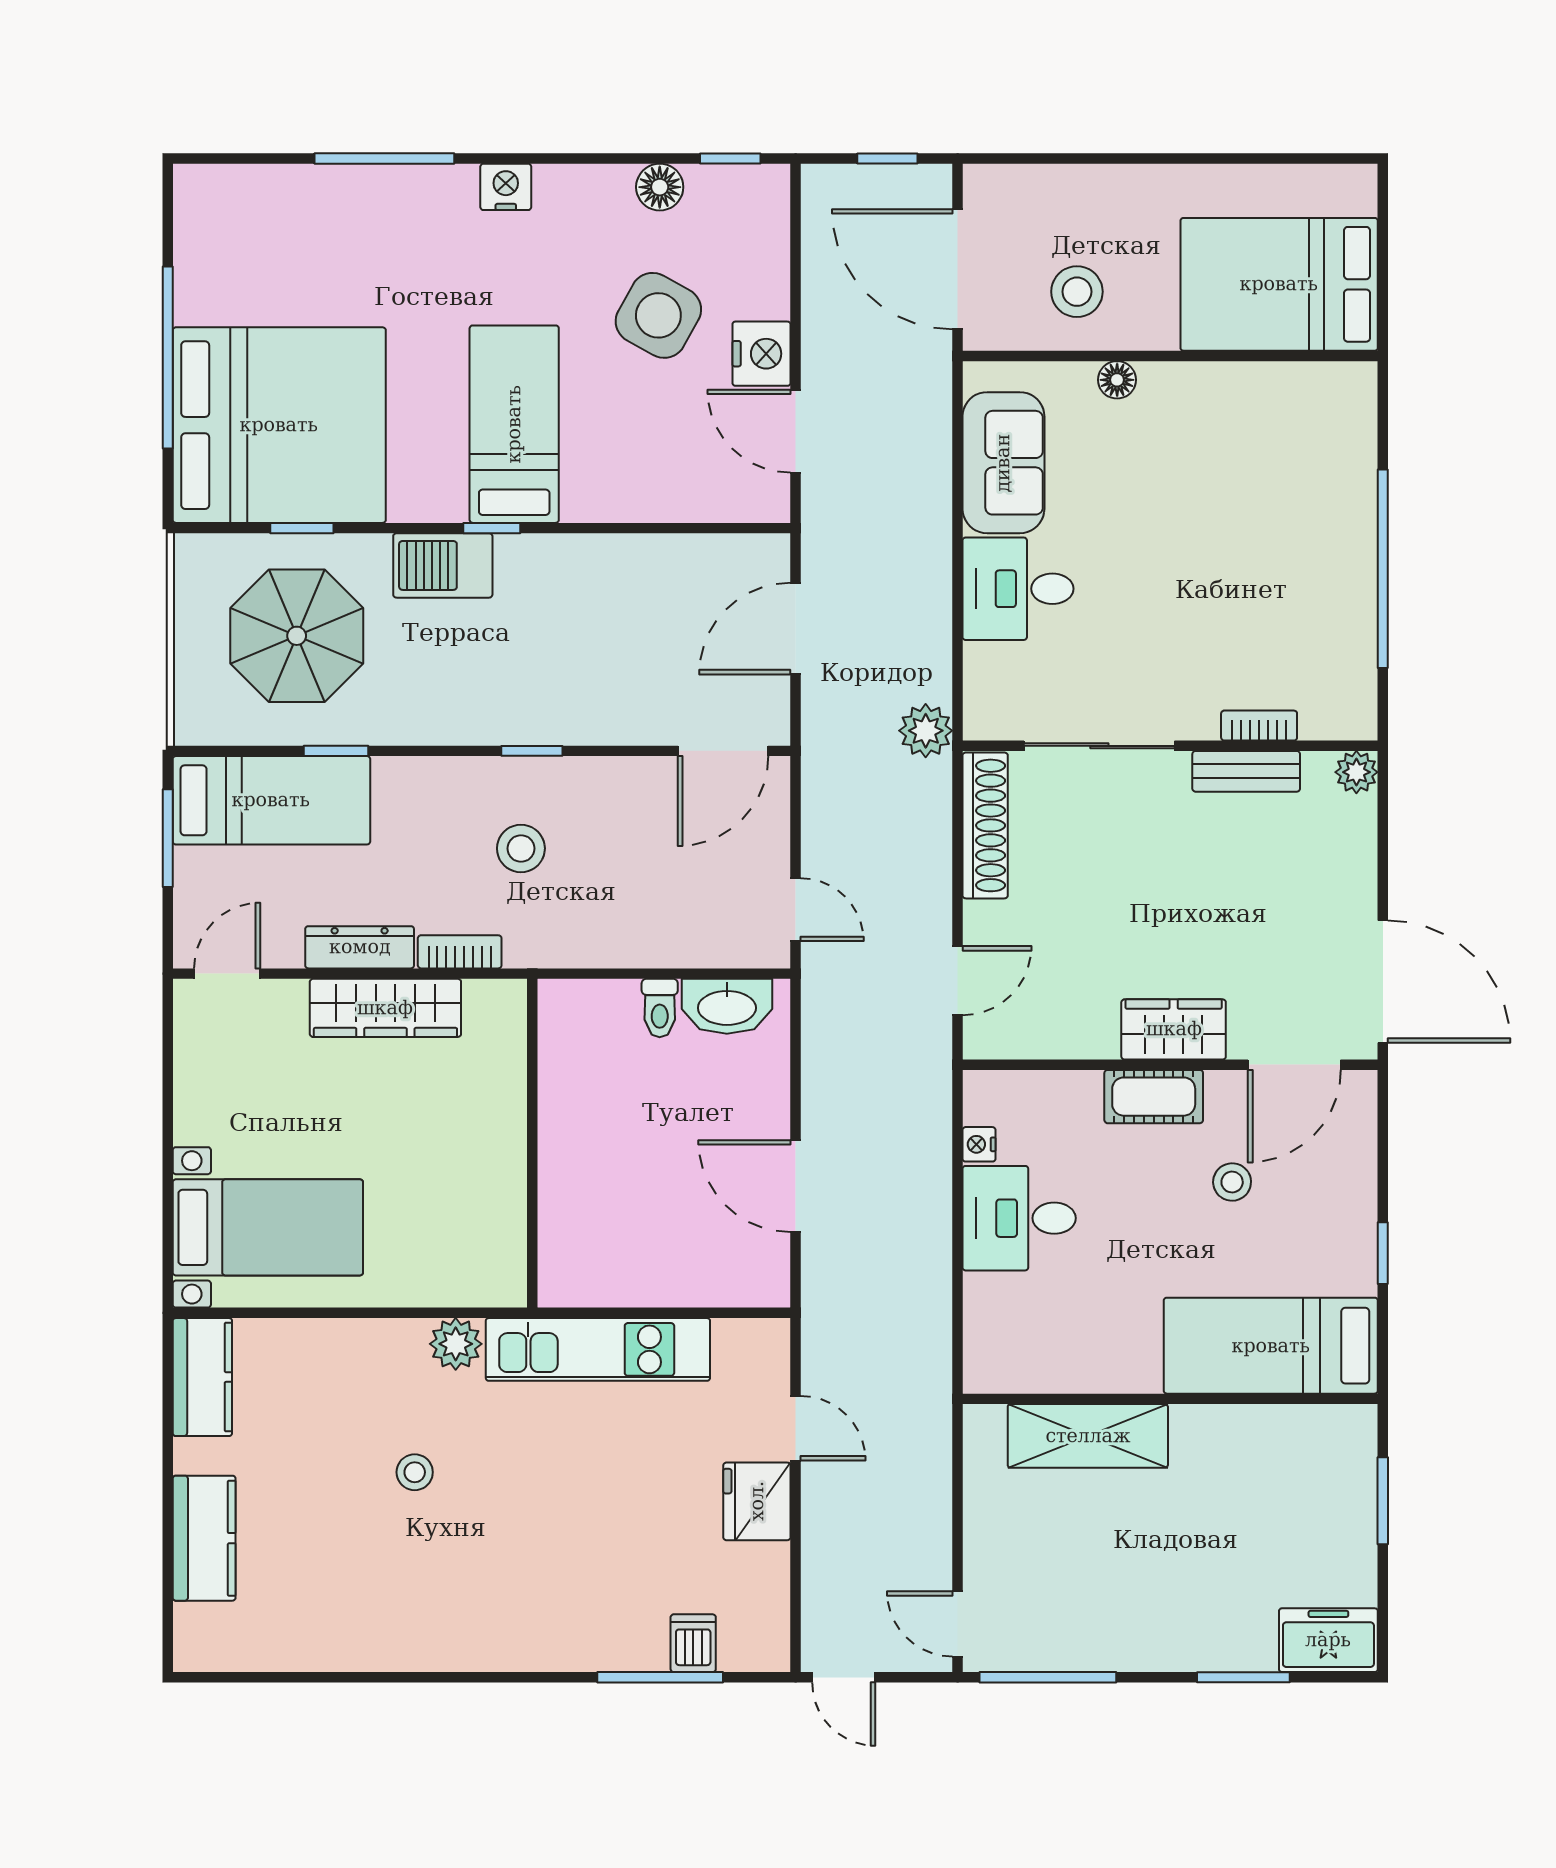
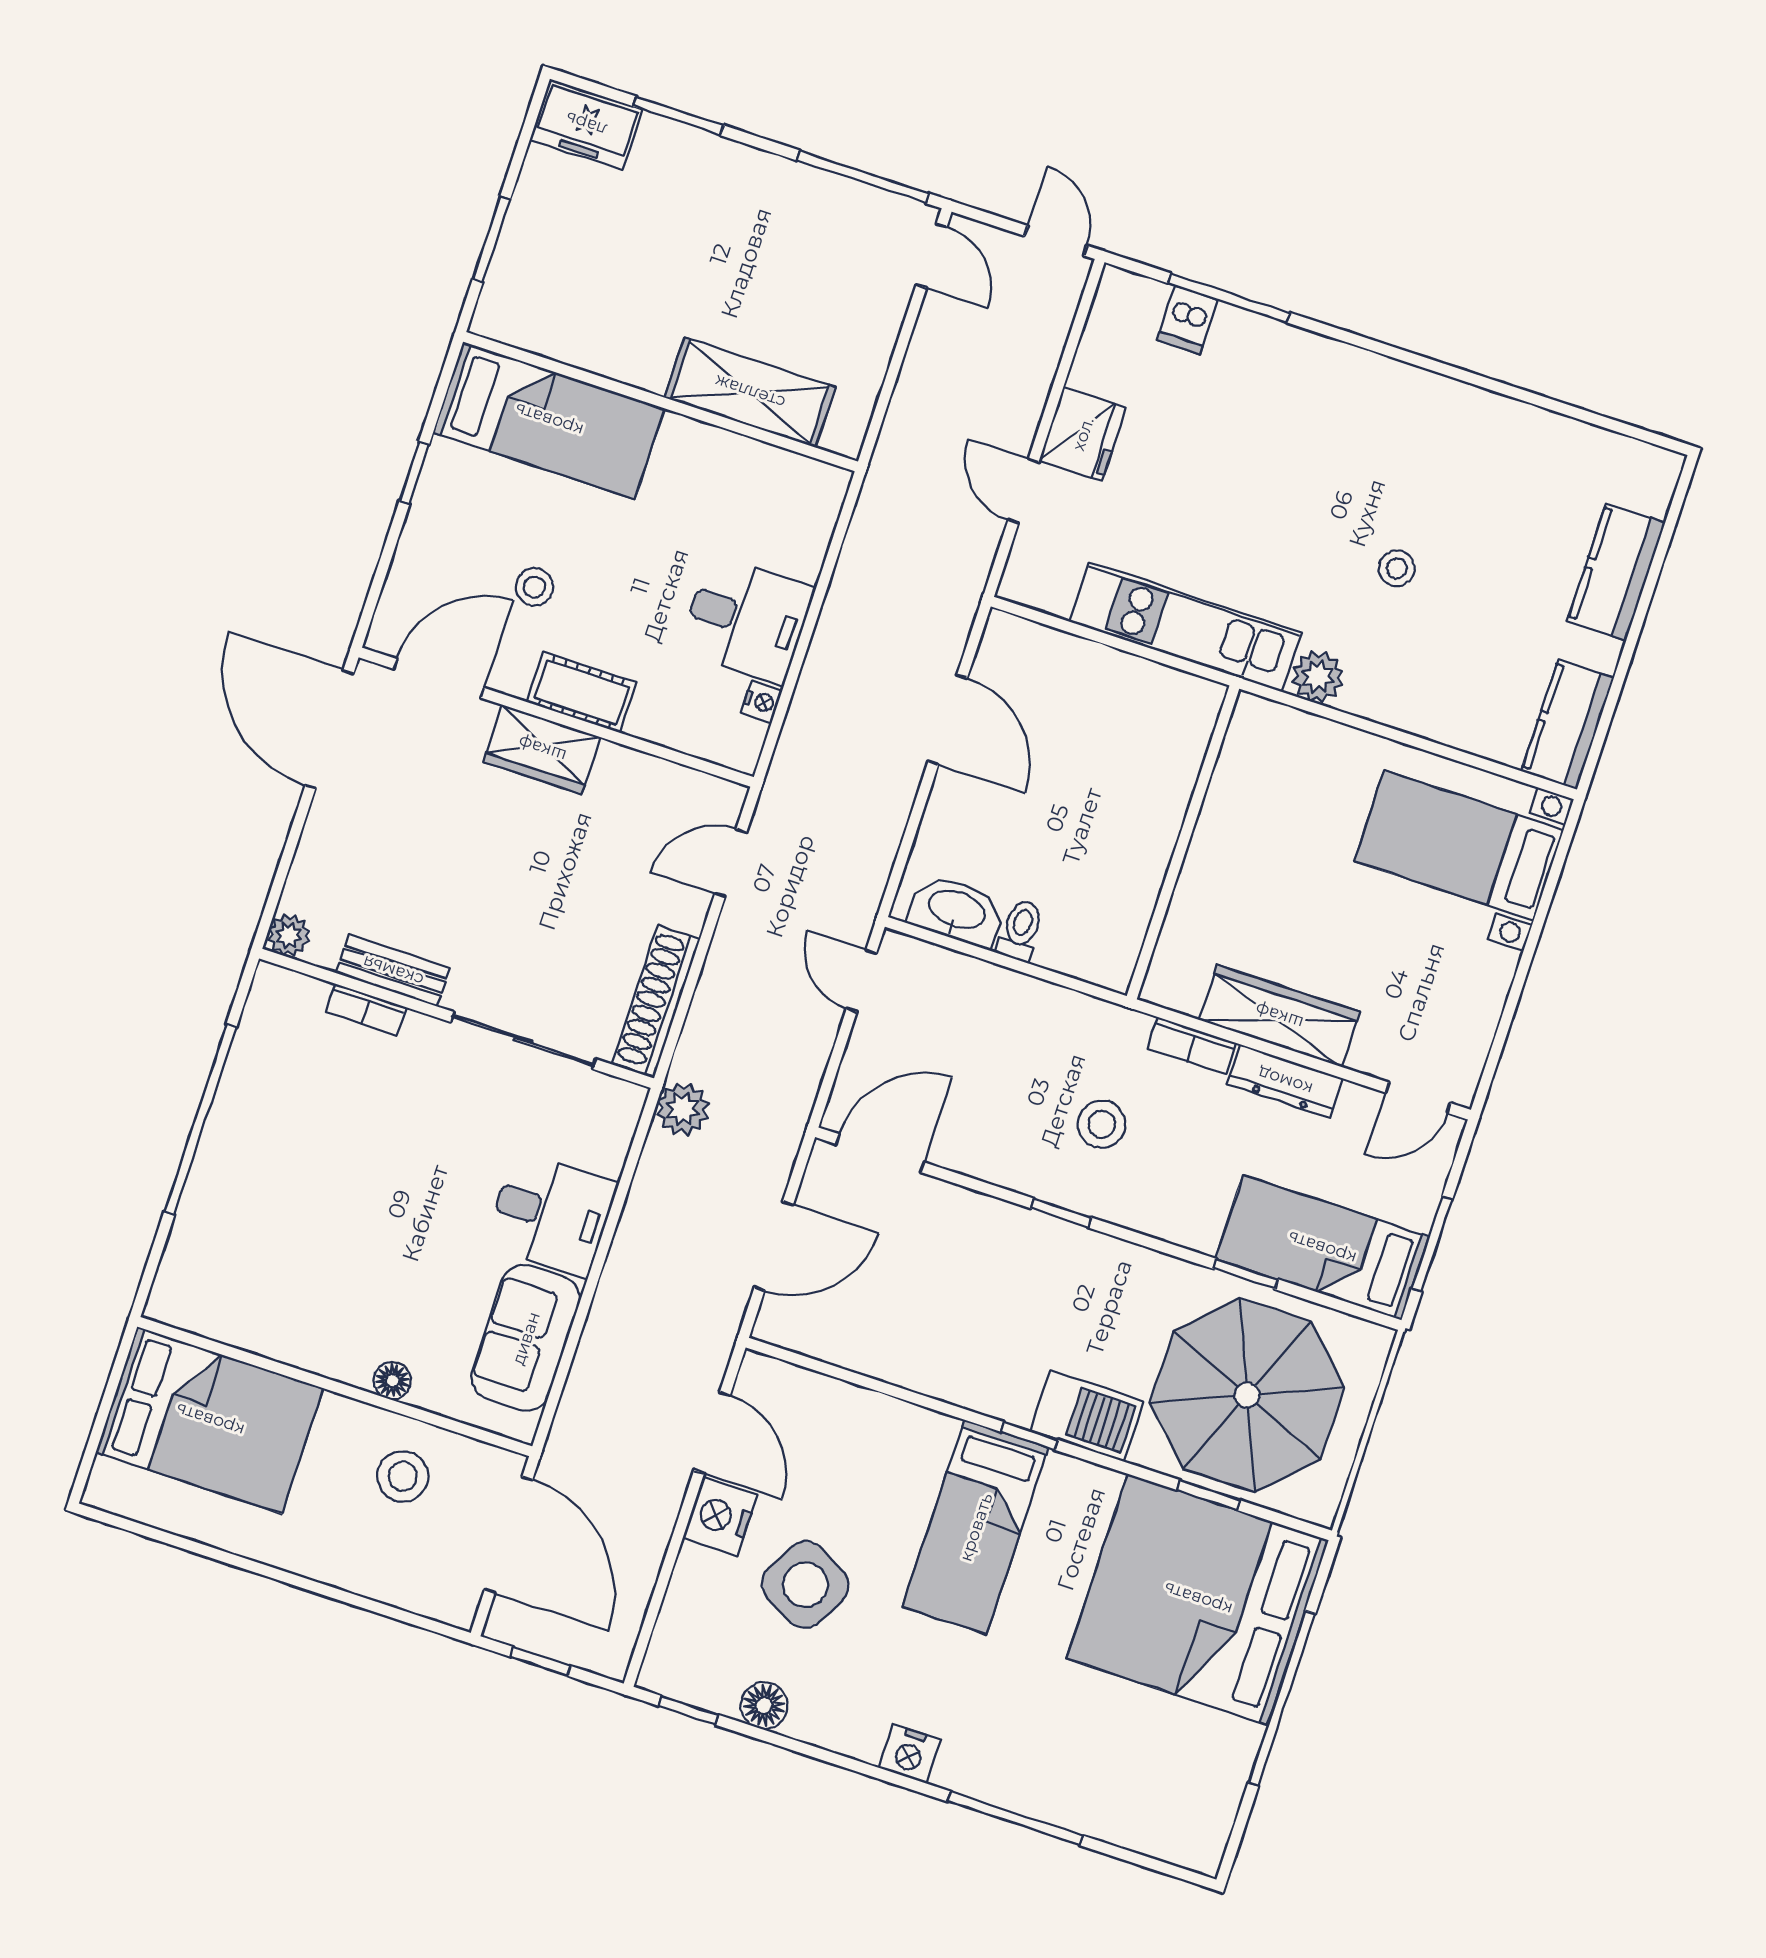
parasol: (297, 636) -> (1247, 1395), width x1.36, depth x1.36

